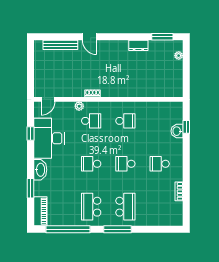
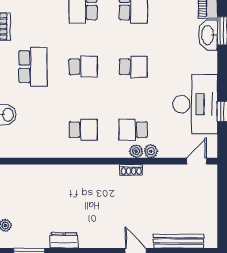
plant: (89, 106) -> (136, 151), added
school desk: (125, 121) -> (83, 130), turned 180
school desk: (160, 164) -> (33, 67), width x1.85
washbasin: (40, 170) -> (208, 35), moved

